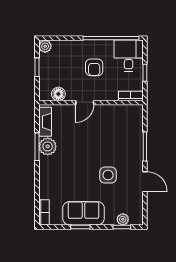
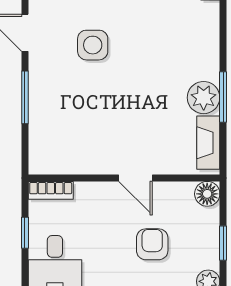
armchair: (94, 67) -> (152, 244), moved
floor lamp: (58, 94) -> (207, 194), moved
door: (85, 103) -> (136, 178), swing flipped

